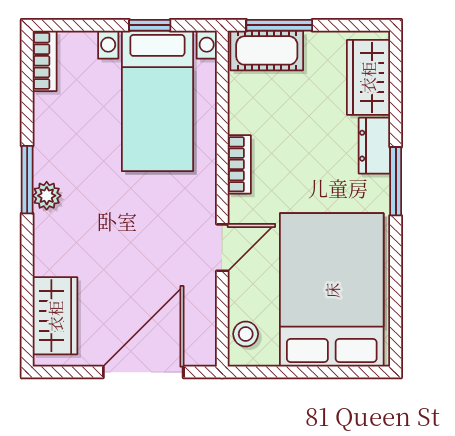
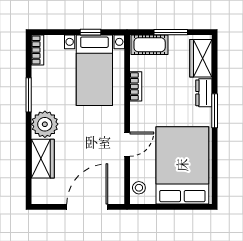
window: (279, 25) -> (171, 32), moved
bookcase: (239, 164) -> (136, 86), moved
window: (27, 180) -> (29, 95), moved
plant: (47, 196) -> (45, 124), width x1.88, depth x1.88
wardrobe: (55, 316) -> (43, 159), moved

